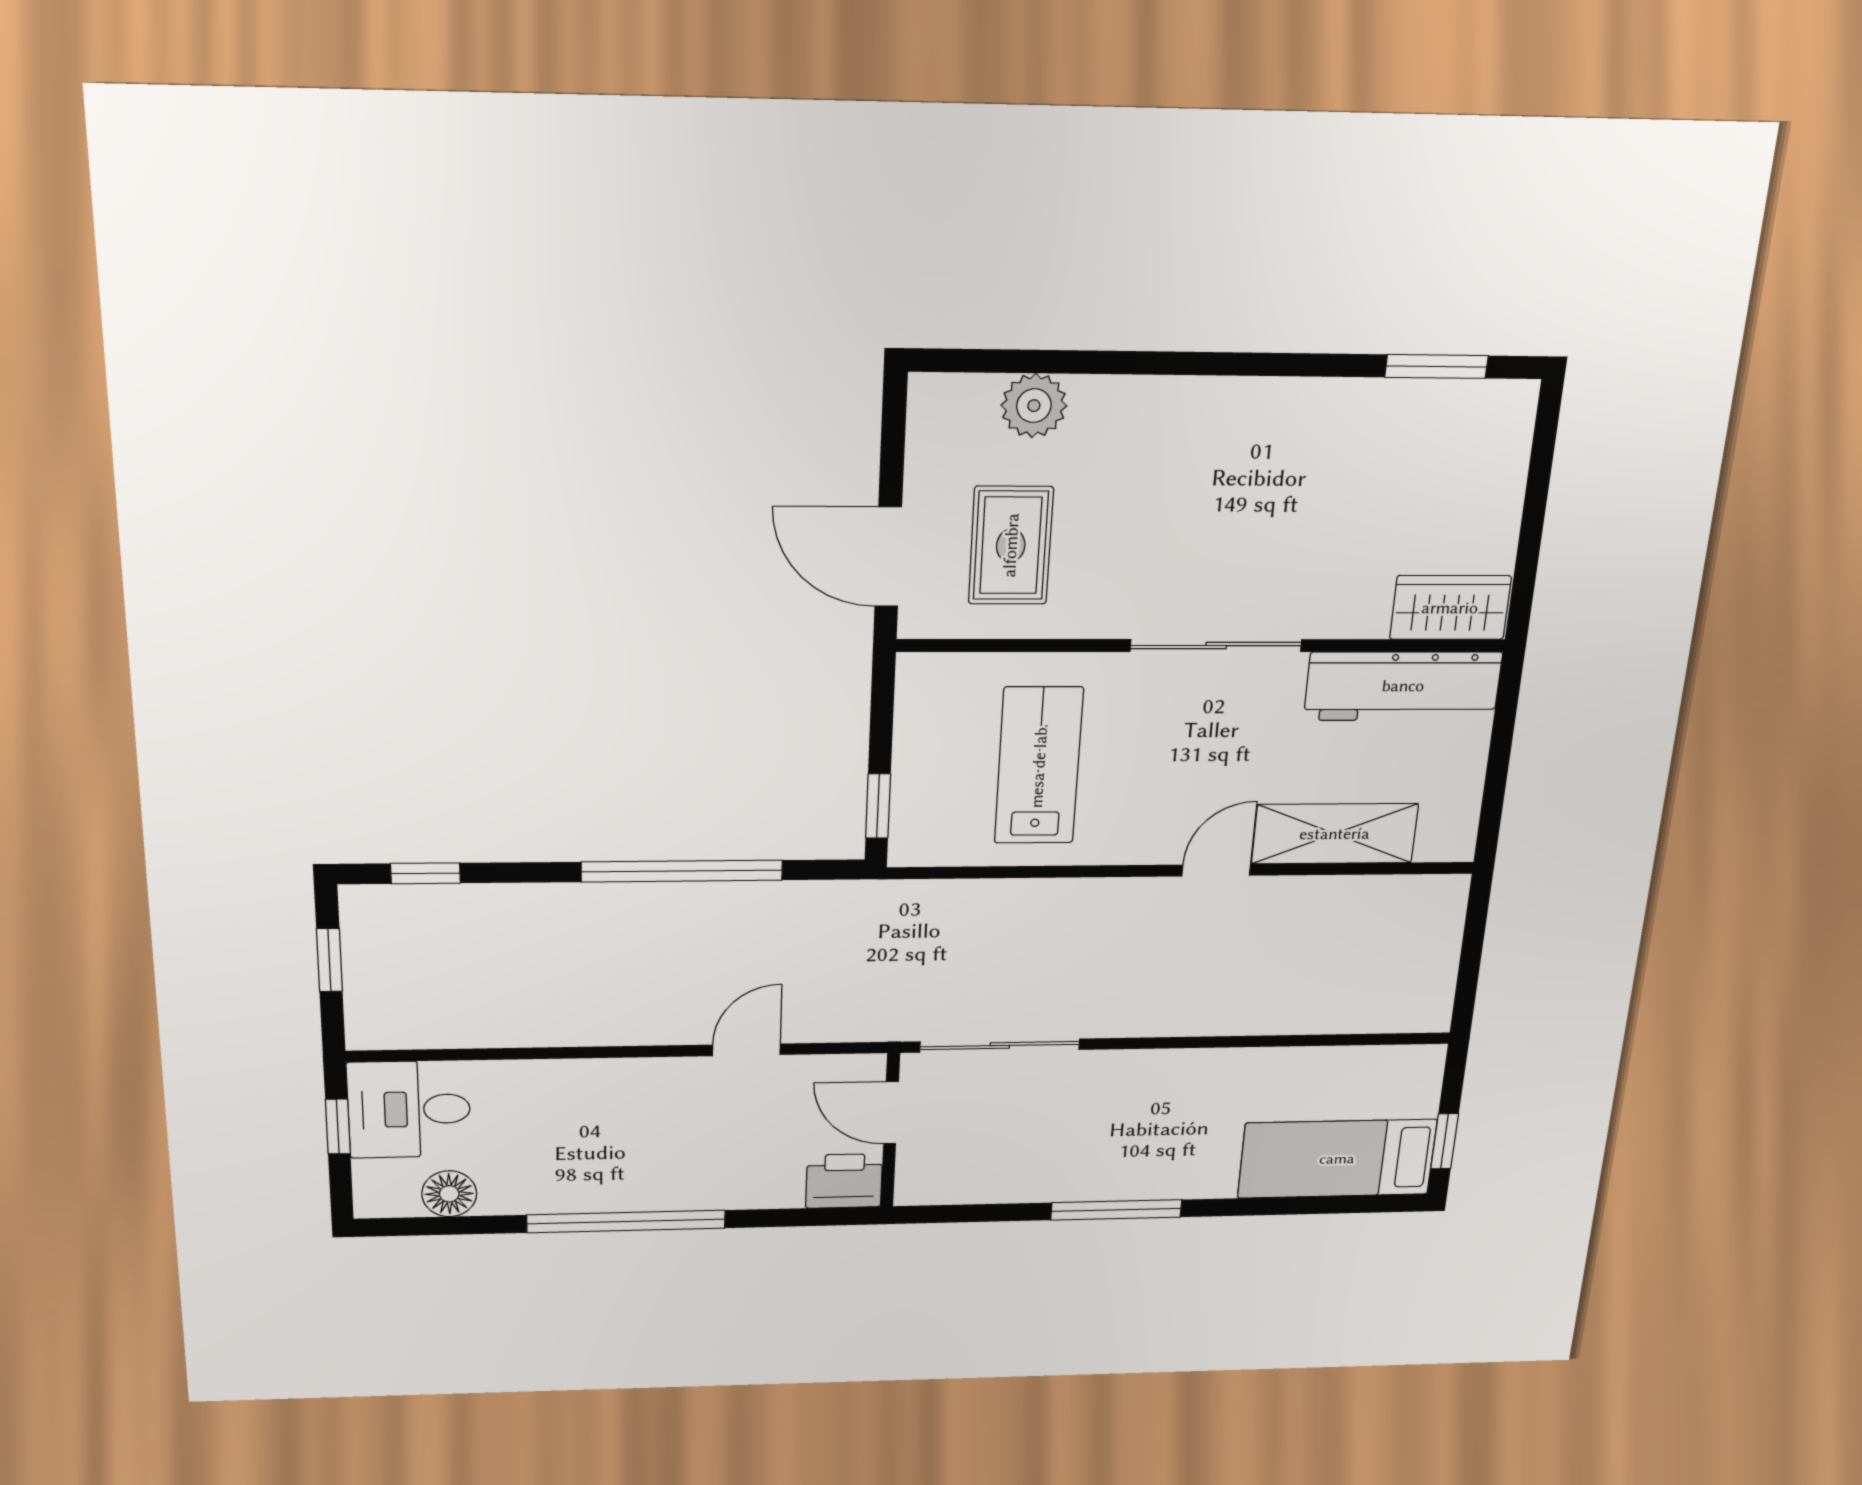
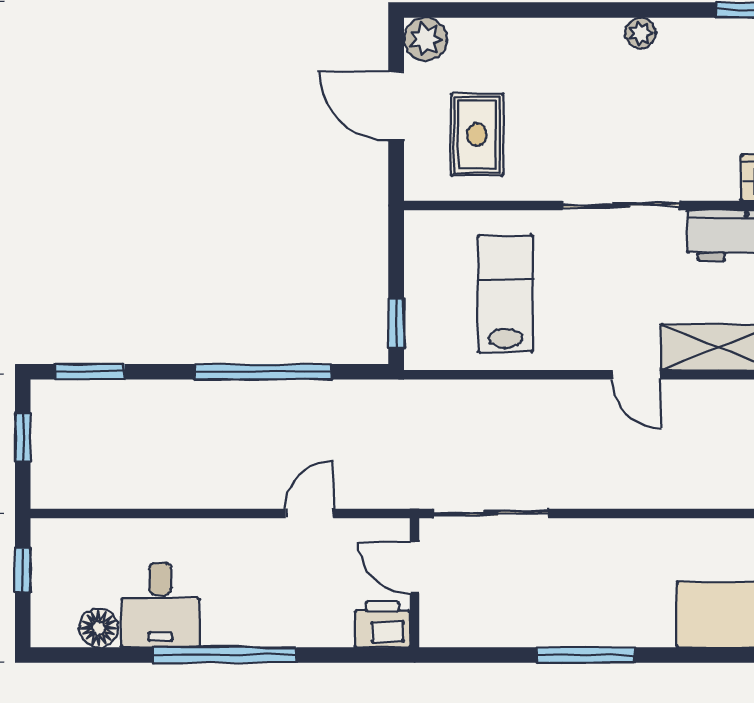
plant: (1268, 399) -> (640, 33), added
plant: (1034, 406) -> (425, 39), moved
door: (888, 557) -> (396, 106), moved
door: (1216, 870) -> (636, 375), swing flipped
window: (425, 873) -> (90, 372), width x1.50
desk: (409, 1109) -> (160, 605), moved, turned -90

